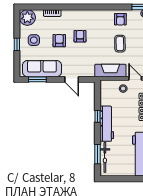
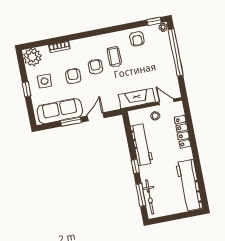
coffee table: (120, 44) -> (114, 56), moved
window: (37, 79) -> (71, 122), moved
door: (72, 79) -> (96, 117), swing flipped
window: (98, 116) -> (135, 166), moved
workbench: (107, 124) -> (142, 145), moved

